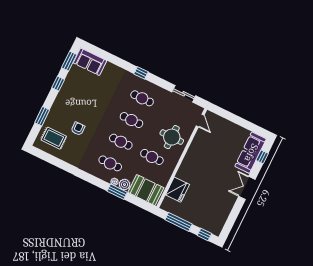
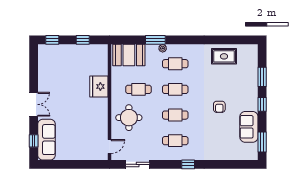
sofa: (90, 62) -> (249, 127), moved, turned -90
window: (58, 84) -> (262, 104), moved
door: (200, 121) -> (110, 147), swing flipped
armchair: (78, 129) -> (219, 107), moved
rug: (54, 138) -> (224, 56), moved
plant: (124, 185) -> (152, 50), removed
fridge: (177, 190) -> (99, 86), moved
window: (179, 222) -> (83, 40), width x0.46

